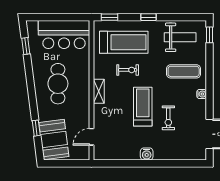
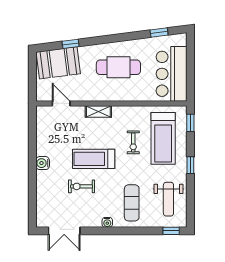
shelving: (99, 91) -> (98, 111), moved
treadmill: (143, 107) -> (94, 159), turned 180

